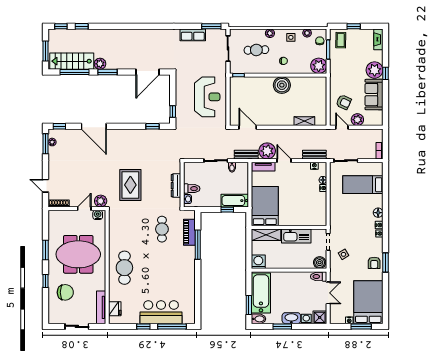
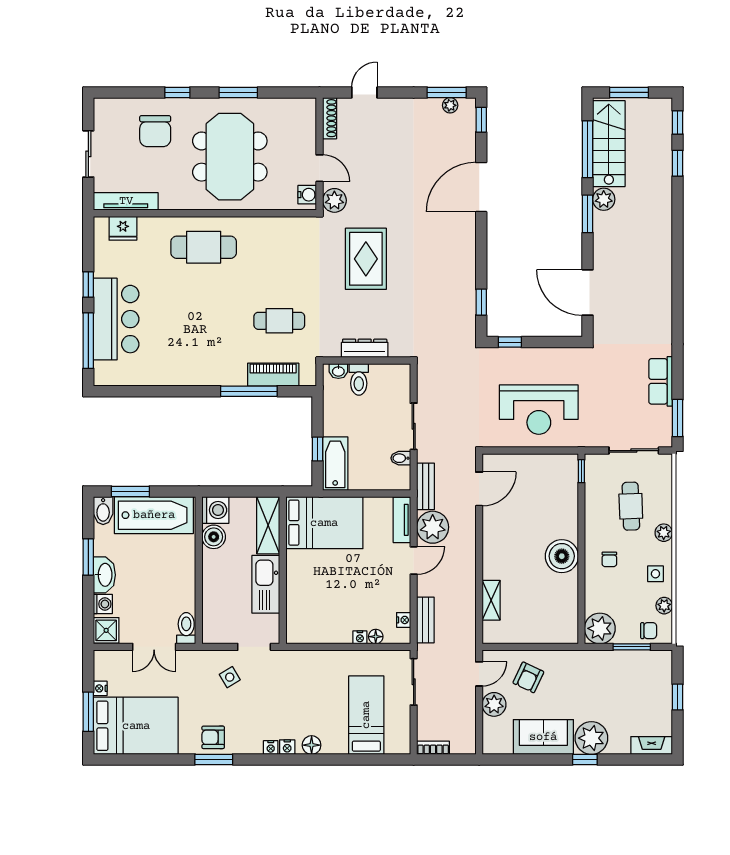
coffee table: (341, 40) -> (650, 672), removed
rug: (130, 185) -> (366, 259), turned 90
boiler: (320, 263) -> (214, 537), moved

